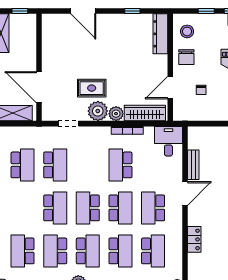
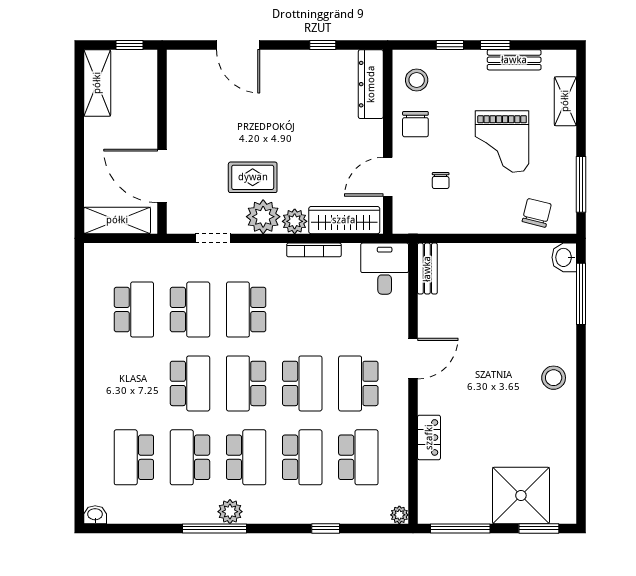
school desk: (120, 165) -> (246, 310), moved
bench: (193, 165) -> (427, 269), moved

